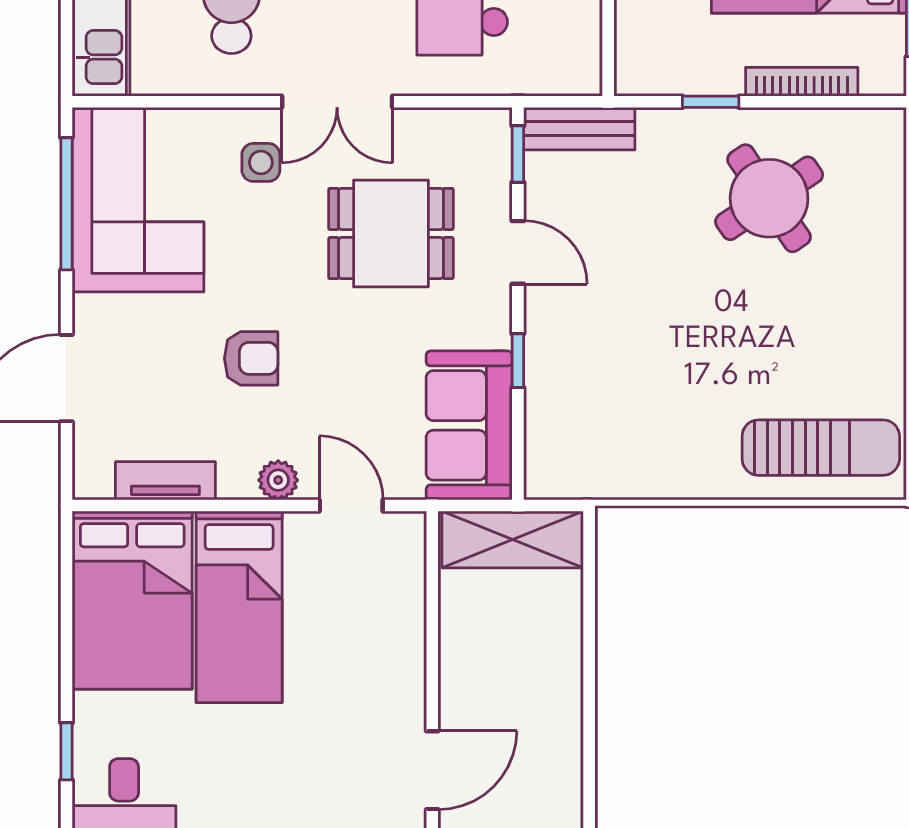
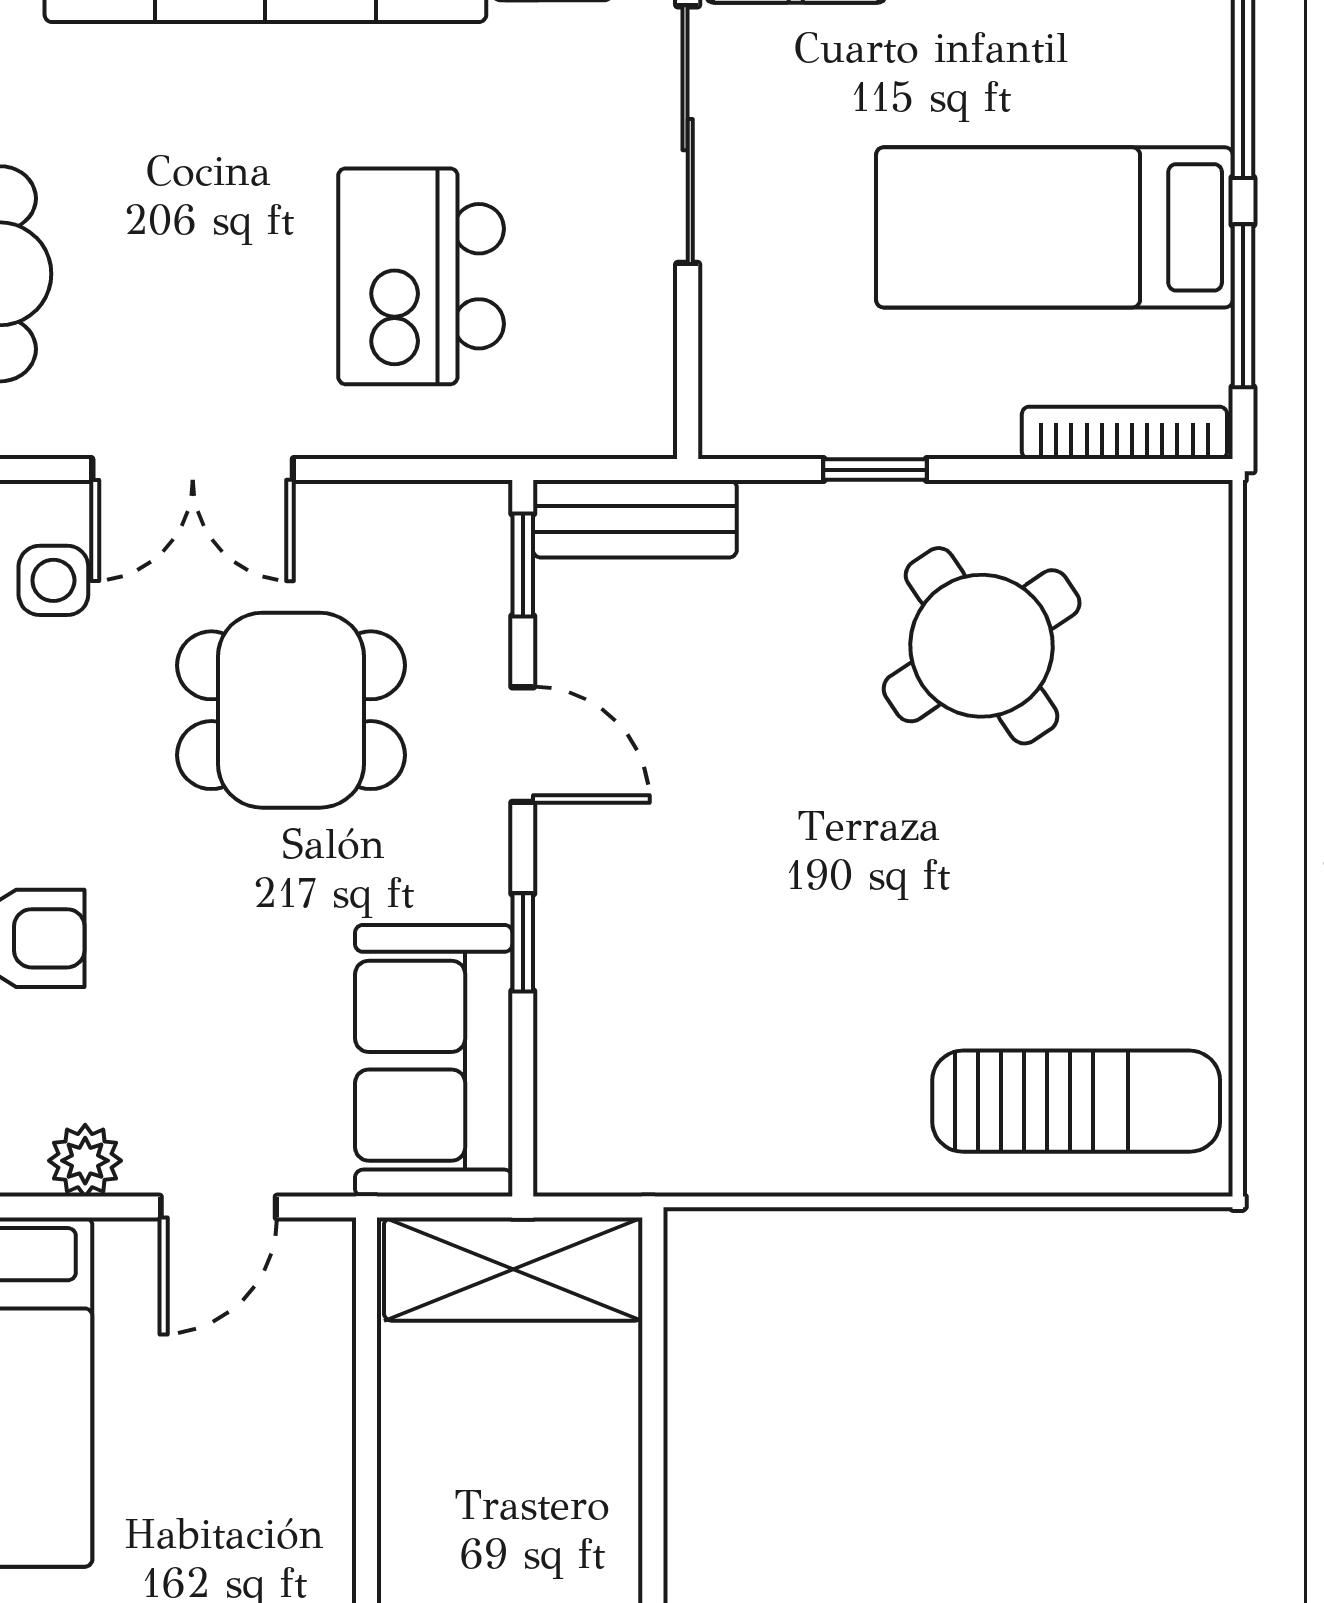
bookcase: (802, 82) -> (1124, 433), moved
door: (351, 506) -> (218, 1207), swing flipped

